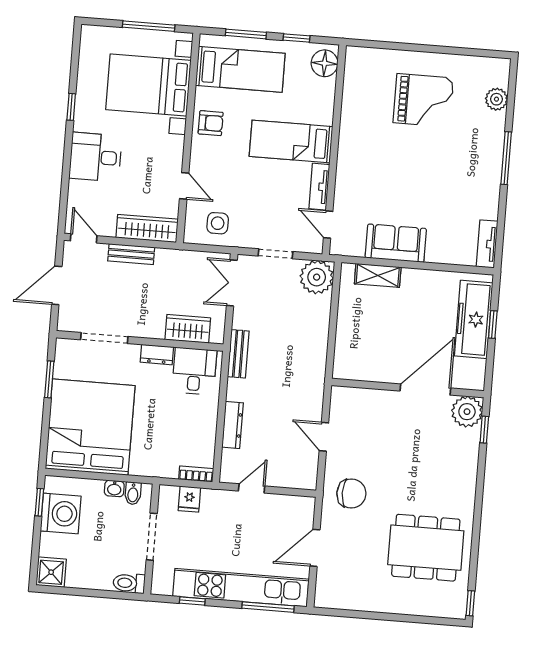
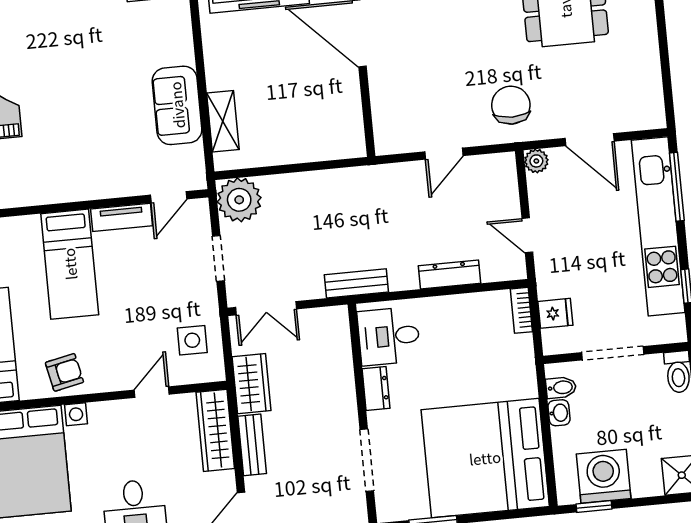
armchair: (211, 123) -> (64, 372), turned 78
wardrobe: (188, 329) -> (251, 384), moved, turned 180
plant: (306, 505) -> (536, 161), added

